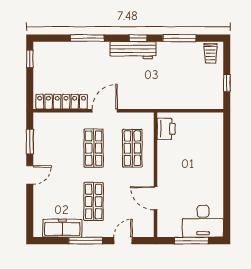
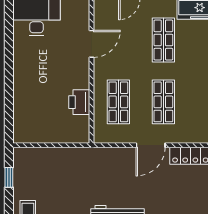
printer: (166, 129) -> (79, 102), moved
door: (156, 198) -> (91, 44), hinge flipped

